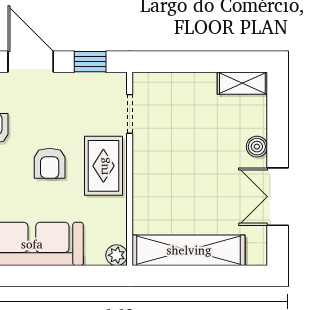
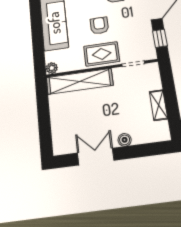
shelving: (242, 83) -> (158, 105), moved
armchair: (50, 163) -> (99, 26), turned 90
shelving: (189, 250) -> (80, 81), moved, turned 90

